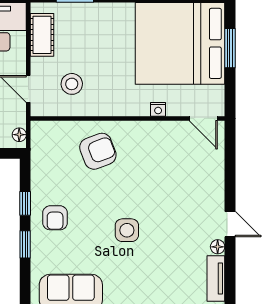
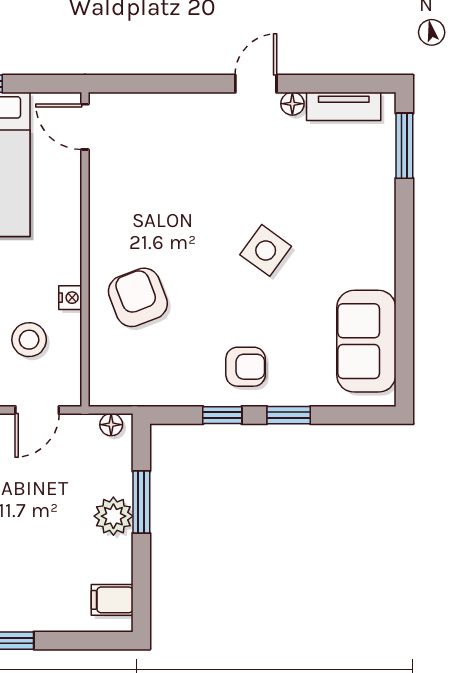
nightstand: (158, 109) -> (70, 298), moved
door: (203, 118) -> (85, 127), swing flipped
side table: (127, 230) -> (266, 250), turned 36

